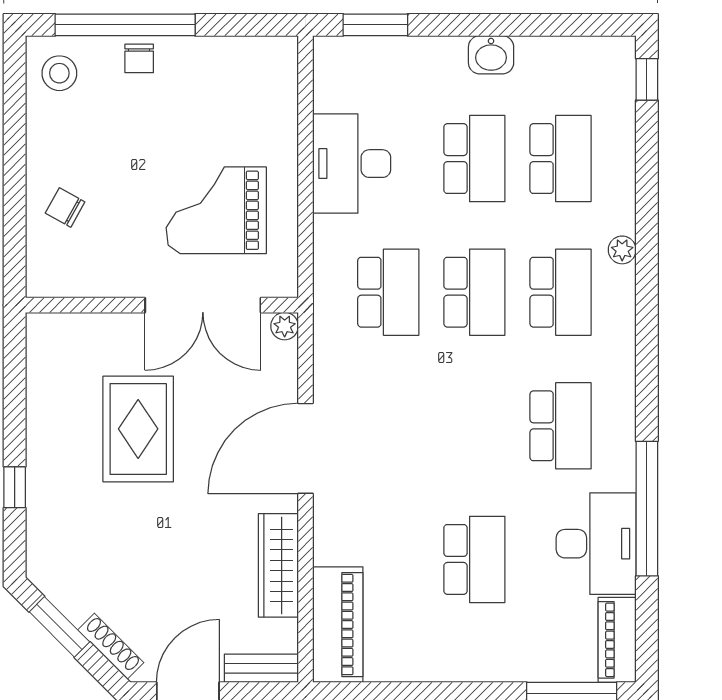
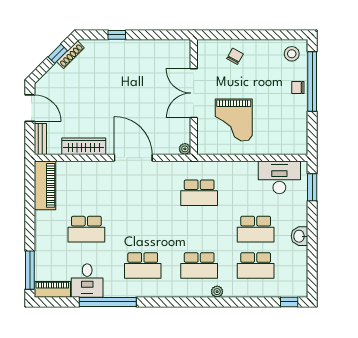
desk: (352, 164) -> (279, 177), moved
grand piano: (216, 210) -> (234, 120), turned 180
school desk: (474, 292) -> (199, 229), removed
double door: (203, 305) -> (194, 93), moved
rug: (138, 429) -> (141, 87), removed
desk: (596, 544) -> (87, 281), width x0.73
piano: (338, 625) -> (45, 185), moved, turned -90
window: (59, 627) -> (58, 54), width x0.67
shoe rack: (111, 646) -> (70, 55), moved

